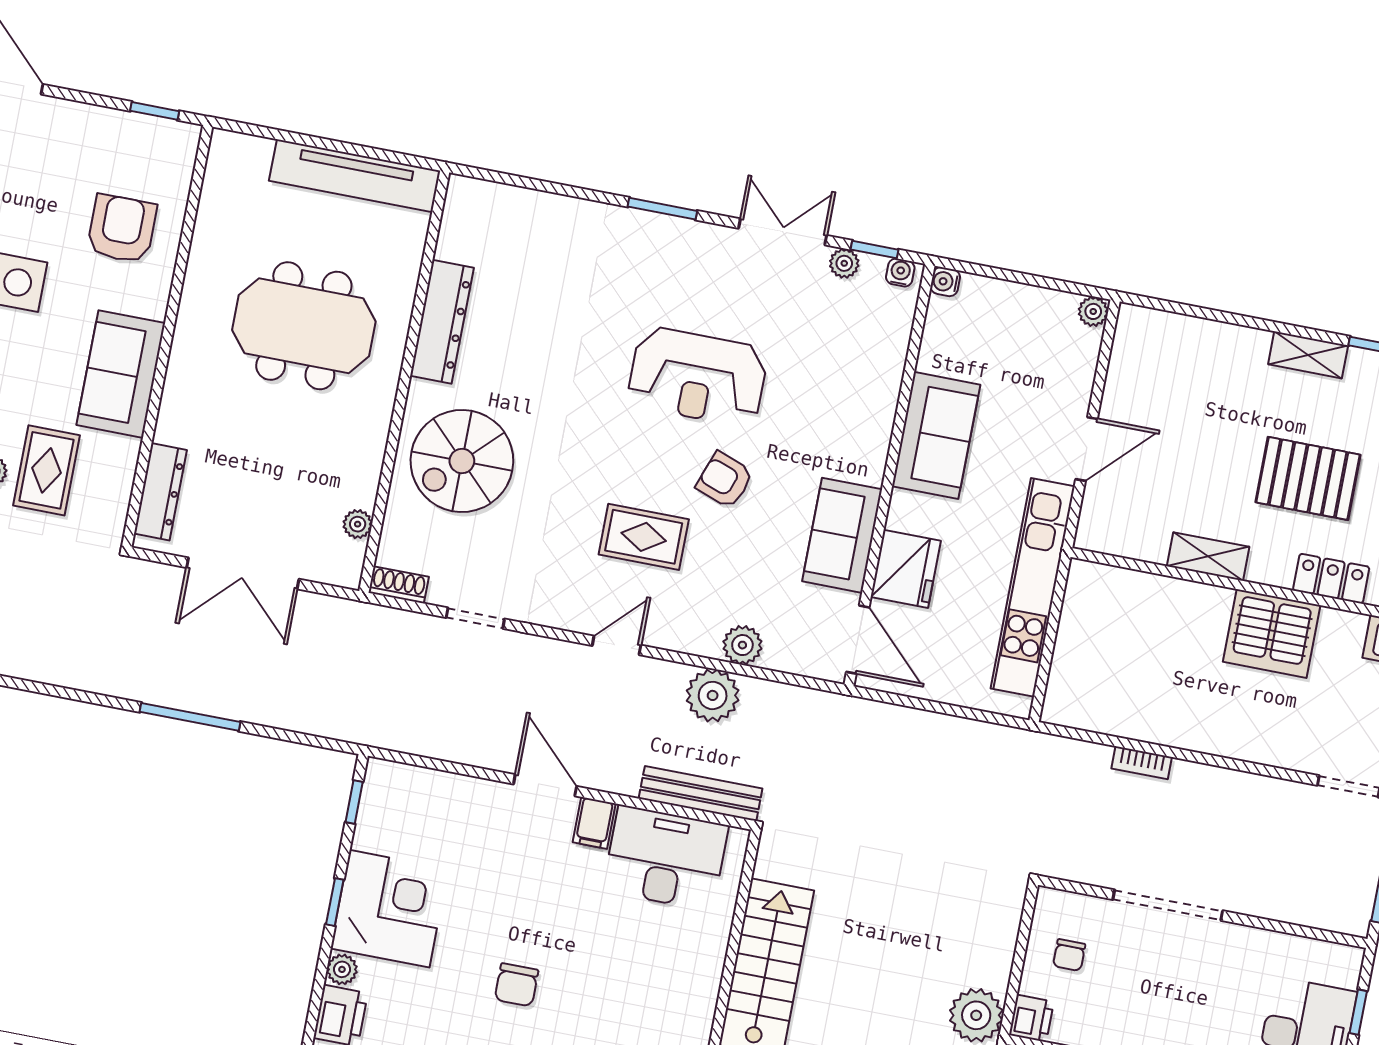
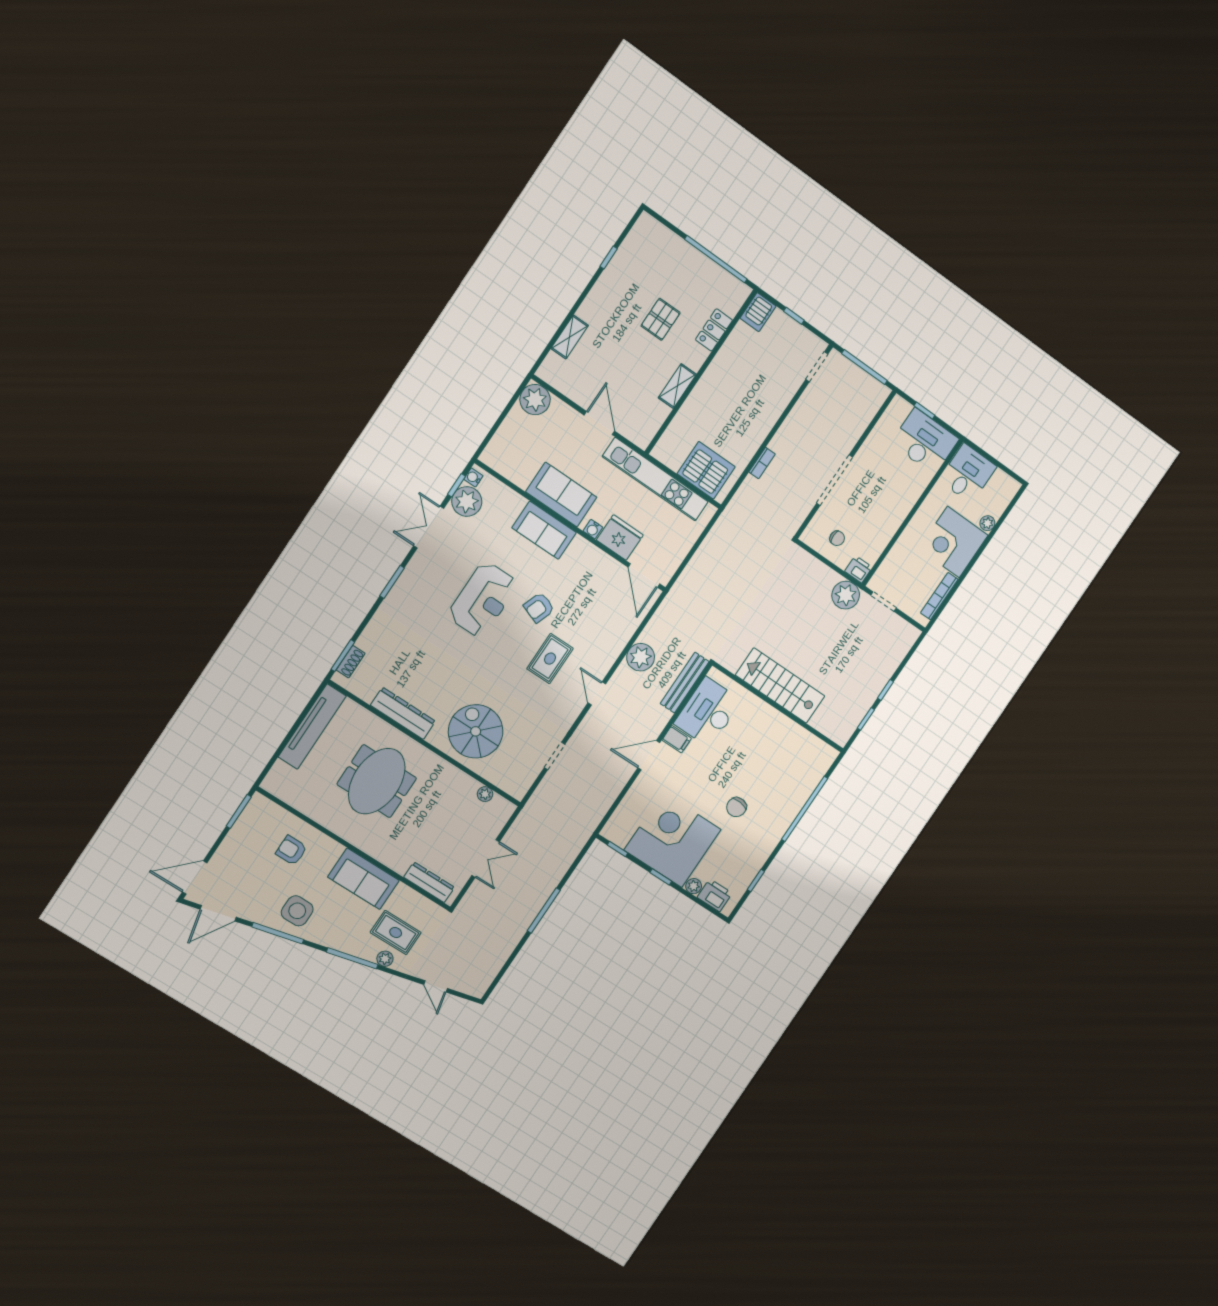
window: (155, 111) -> (239, 811), width x1.50
window: (500, 177) -> (343, 656), added
armchair: (122, 229) -> (291, 850), width x0.72, depth x0.72
plant: (844, 263) -> (467, 501), width x1.87, depth x1.87
water cooler: (945, 282) -> (593, 529), moved
plant: (1093, 311) -> (535, 400), width x1.88, depth x1.88
shelving: (1308, 355) -> (570, 337), moved
spiral stairs: (462, 461) -> (476, 731), turned 180
pallet: (1308, 478) -> (661, 319), width x0.67, depth x0.71
sofa: (842, 535) -> (544, 530), moved
double door: (243, 573) -> (486, 858), width x0.73
shoe rack: (399, 585) -> (351, 662), moved, turned 180
server rack: (1272, 633) -> (706, 470), moved, turned -90
door: (858, 640) -> (644, 576), swing flipped
plant: (742, 645) -> (623, 633), removed
corner desk: (389, 909) -> (673, 840), width x1.36, depth x1.36
chair: (516, 985) -> (736, 807), turned 96

